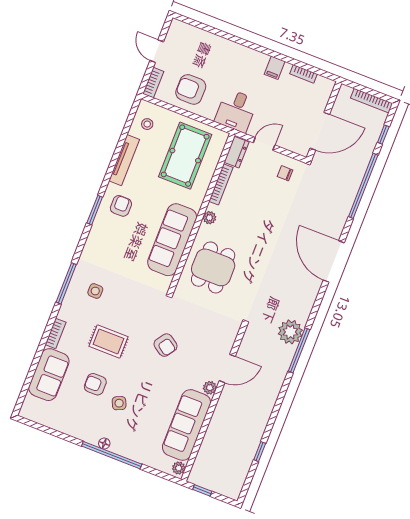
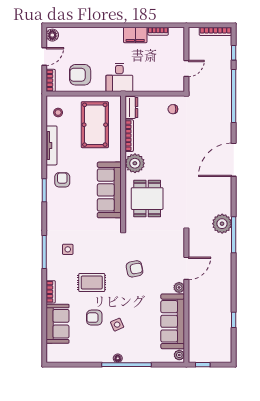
floor lamp: (176, 29) -> (52, 35), added
door: (157, 51) -> (44, 57), swing flipped
filing cabinet: (275, 68) -> (135, 35), width x2.00
door: (320, 131) -> (186, 69), width x0.53
door: (264, 144) -> (149, 94), removed
plant: (209, 218) -> (135, 163), width x1.87, depth x1.87
door: (334, 261) -> (234, 160), hinge flipped
armchair: (166, 345) -> (134, 269), turned -46

